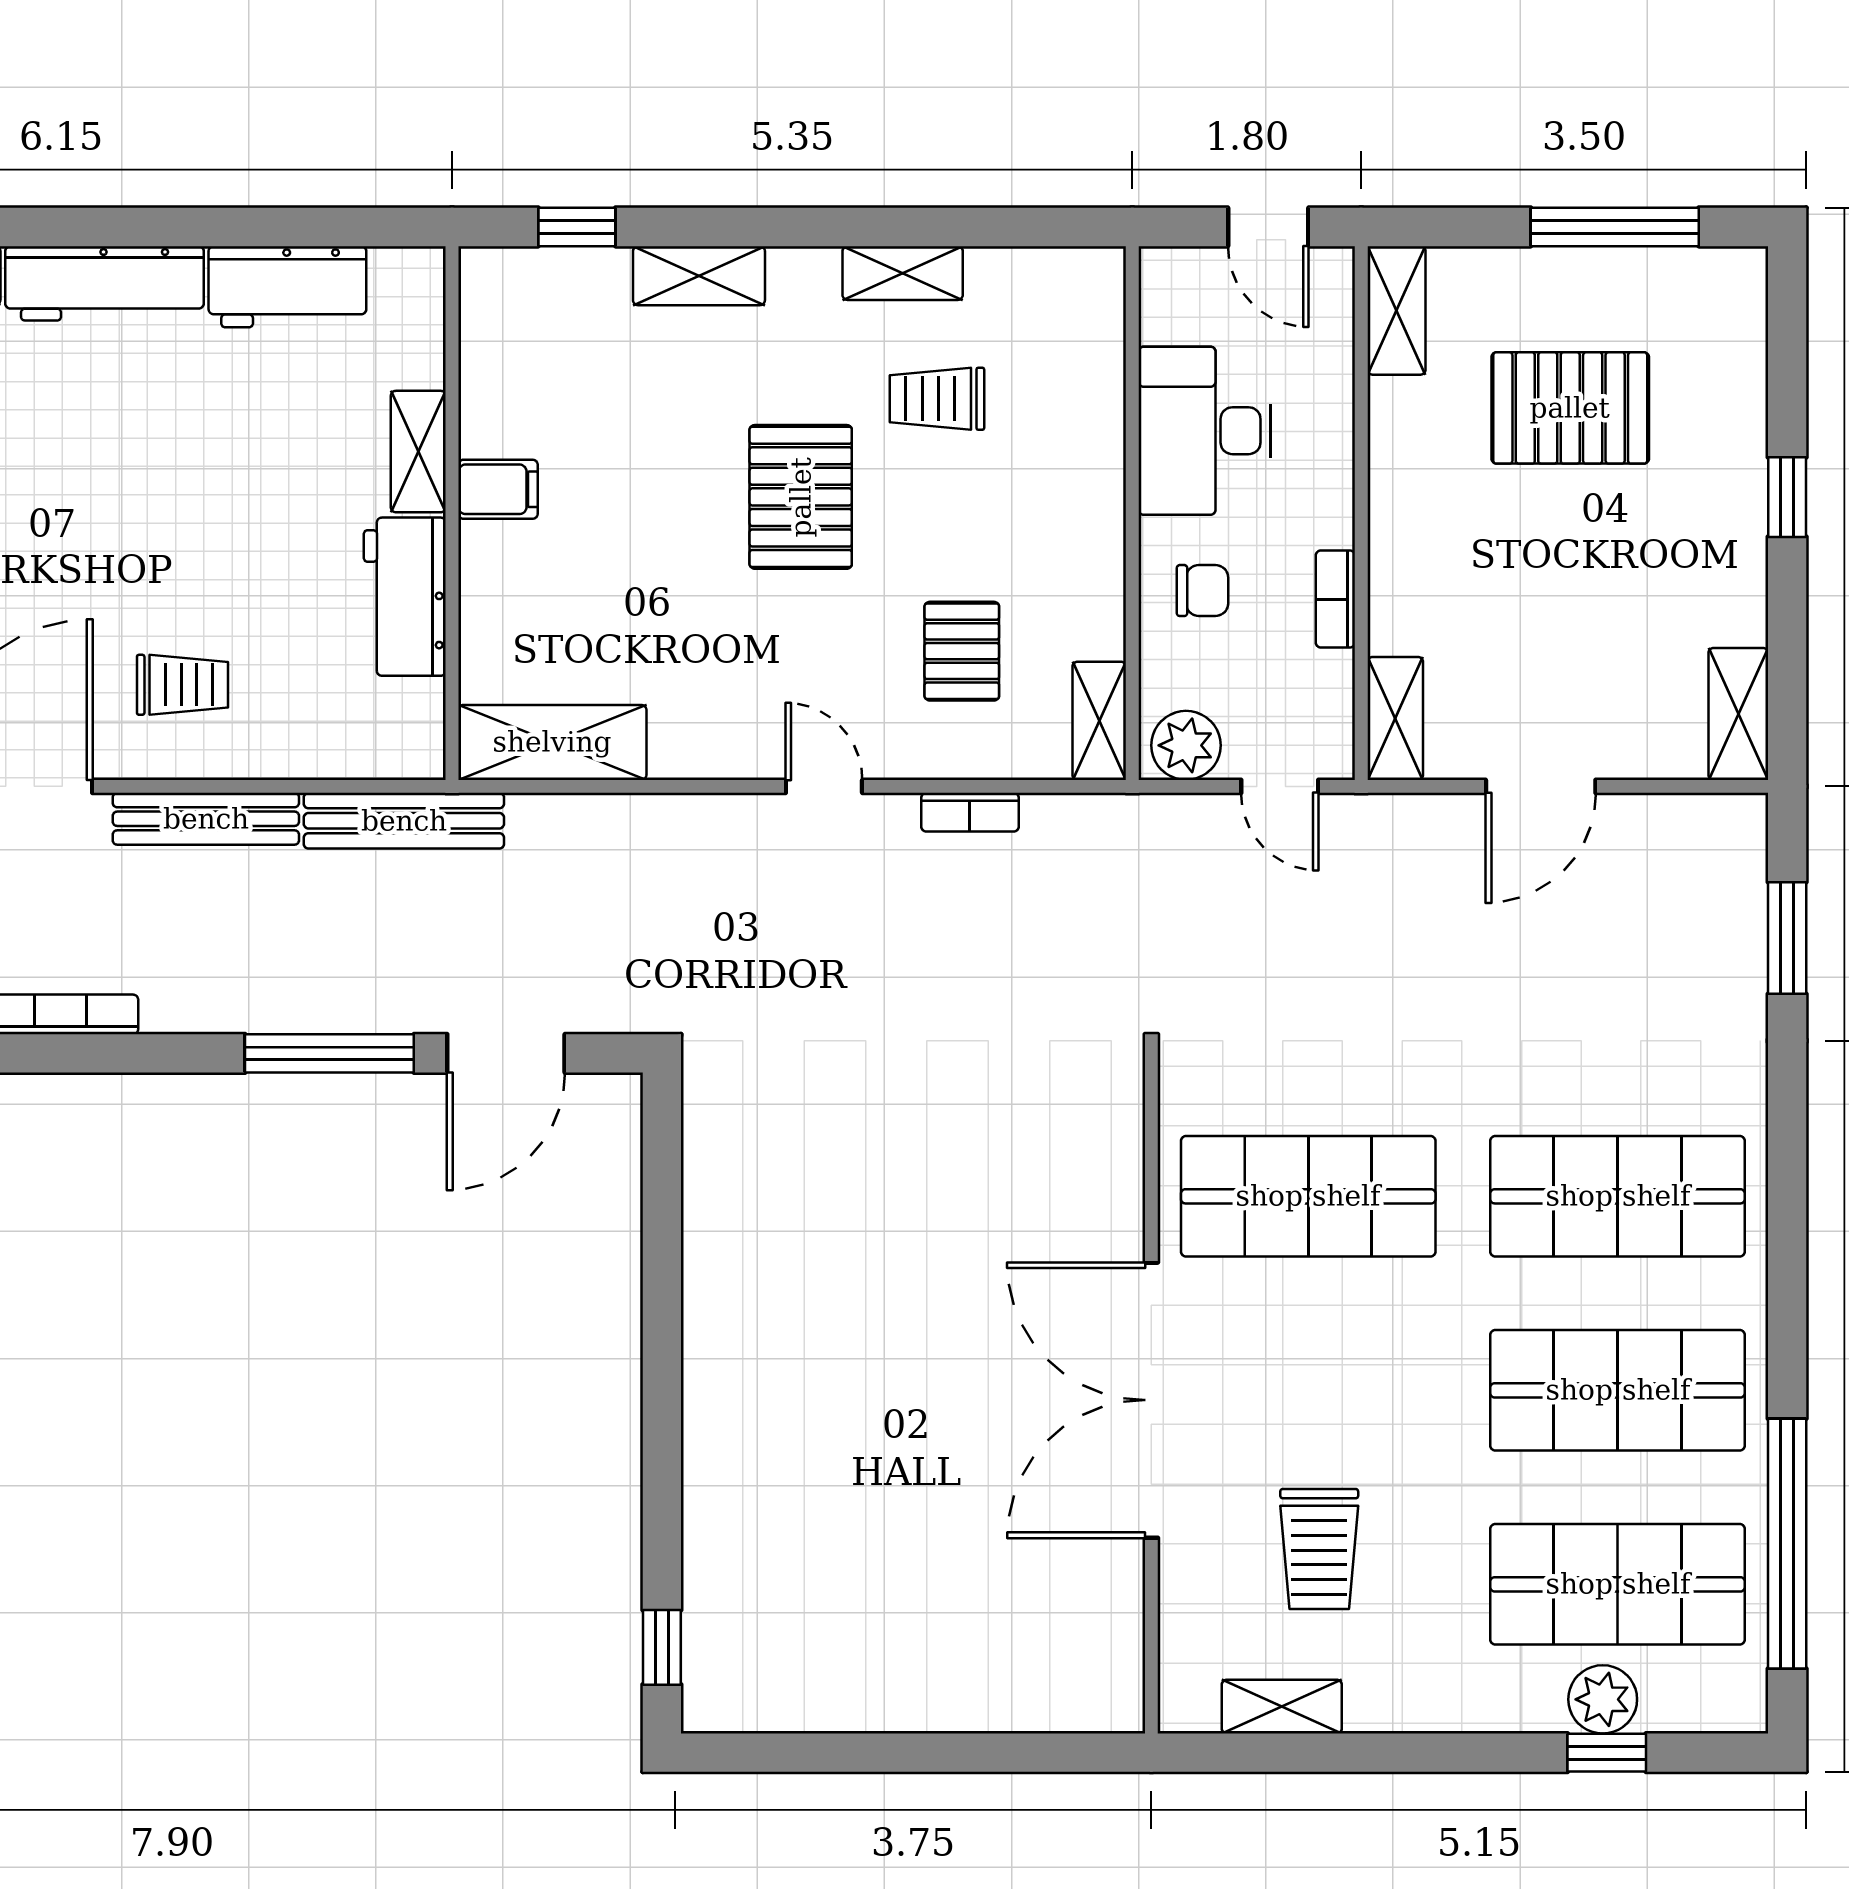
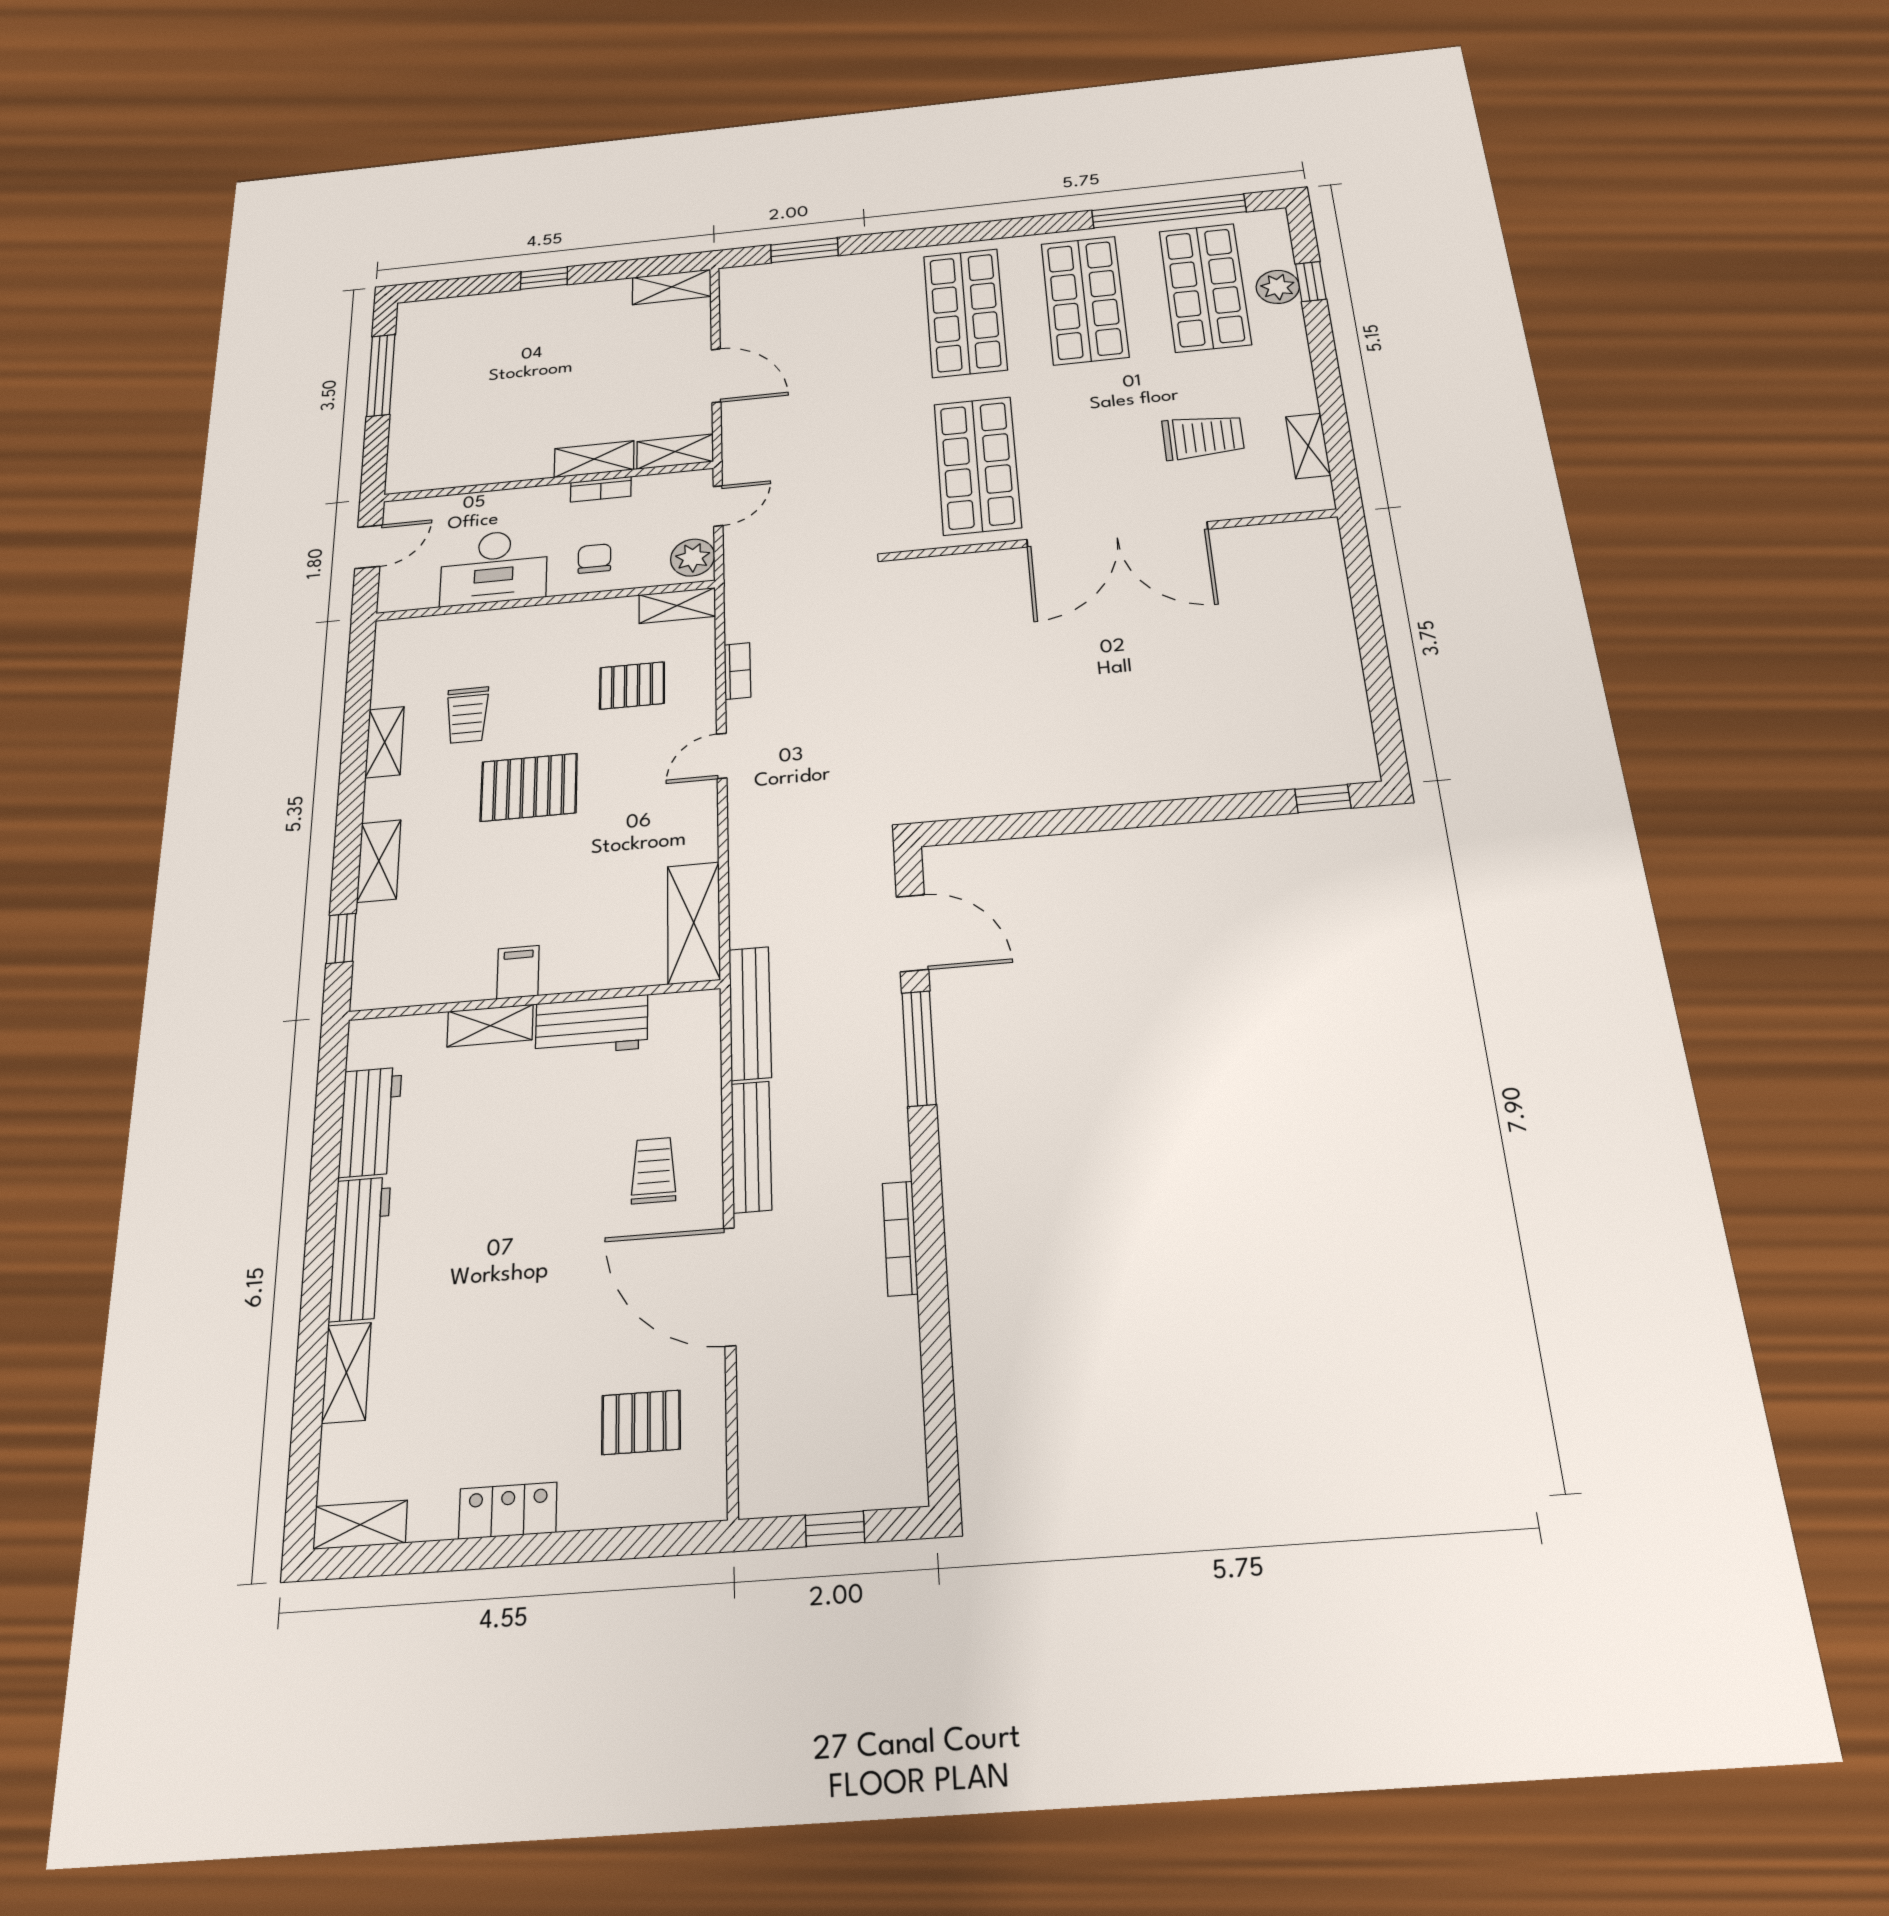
shelving: (1396, 310) -> (594, 459), moved
pallet: (1570, 408) -> (487, 385), removed

